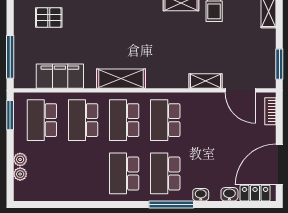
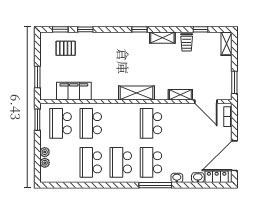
window: (10, 57) -> (37, 77), width x0.69
shelving: (121, 79) -> (137, 93), moved
school desk: (124, 120) -> (91, 162), moved

